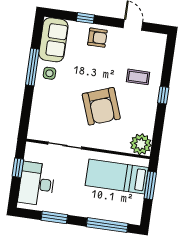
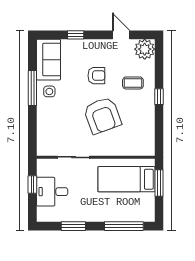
armchair: (97, 38) -> (96, 76), moved
plant: (141, 144) -> (145, 49), moved
desk: (37, 184) -> (52, 192), width x0.73

